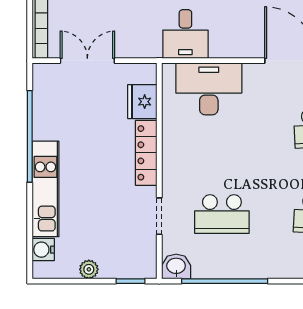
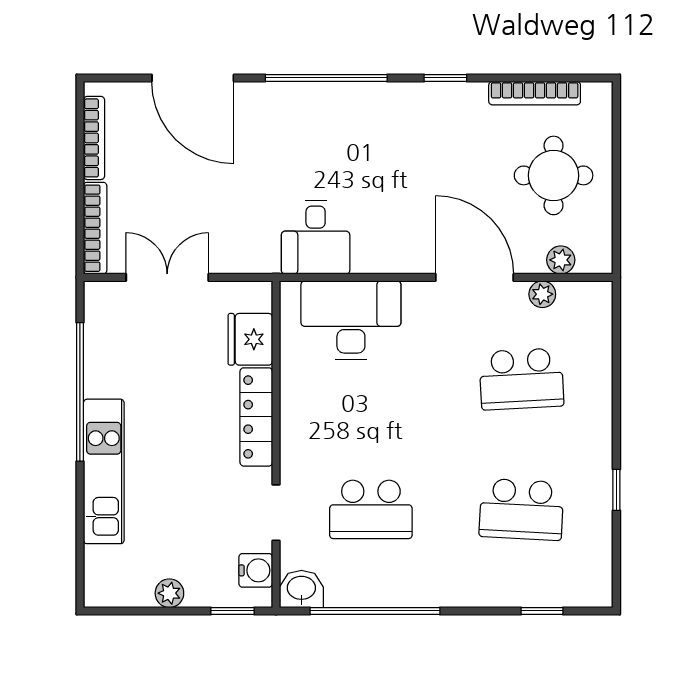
water cooler: (43, 250) -> (256, 570), moved, turned 180

